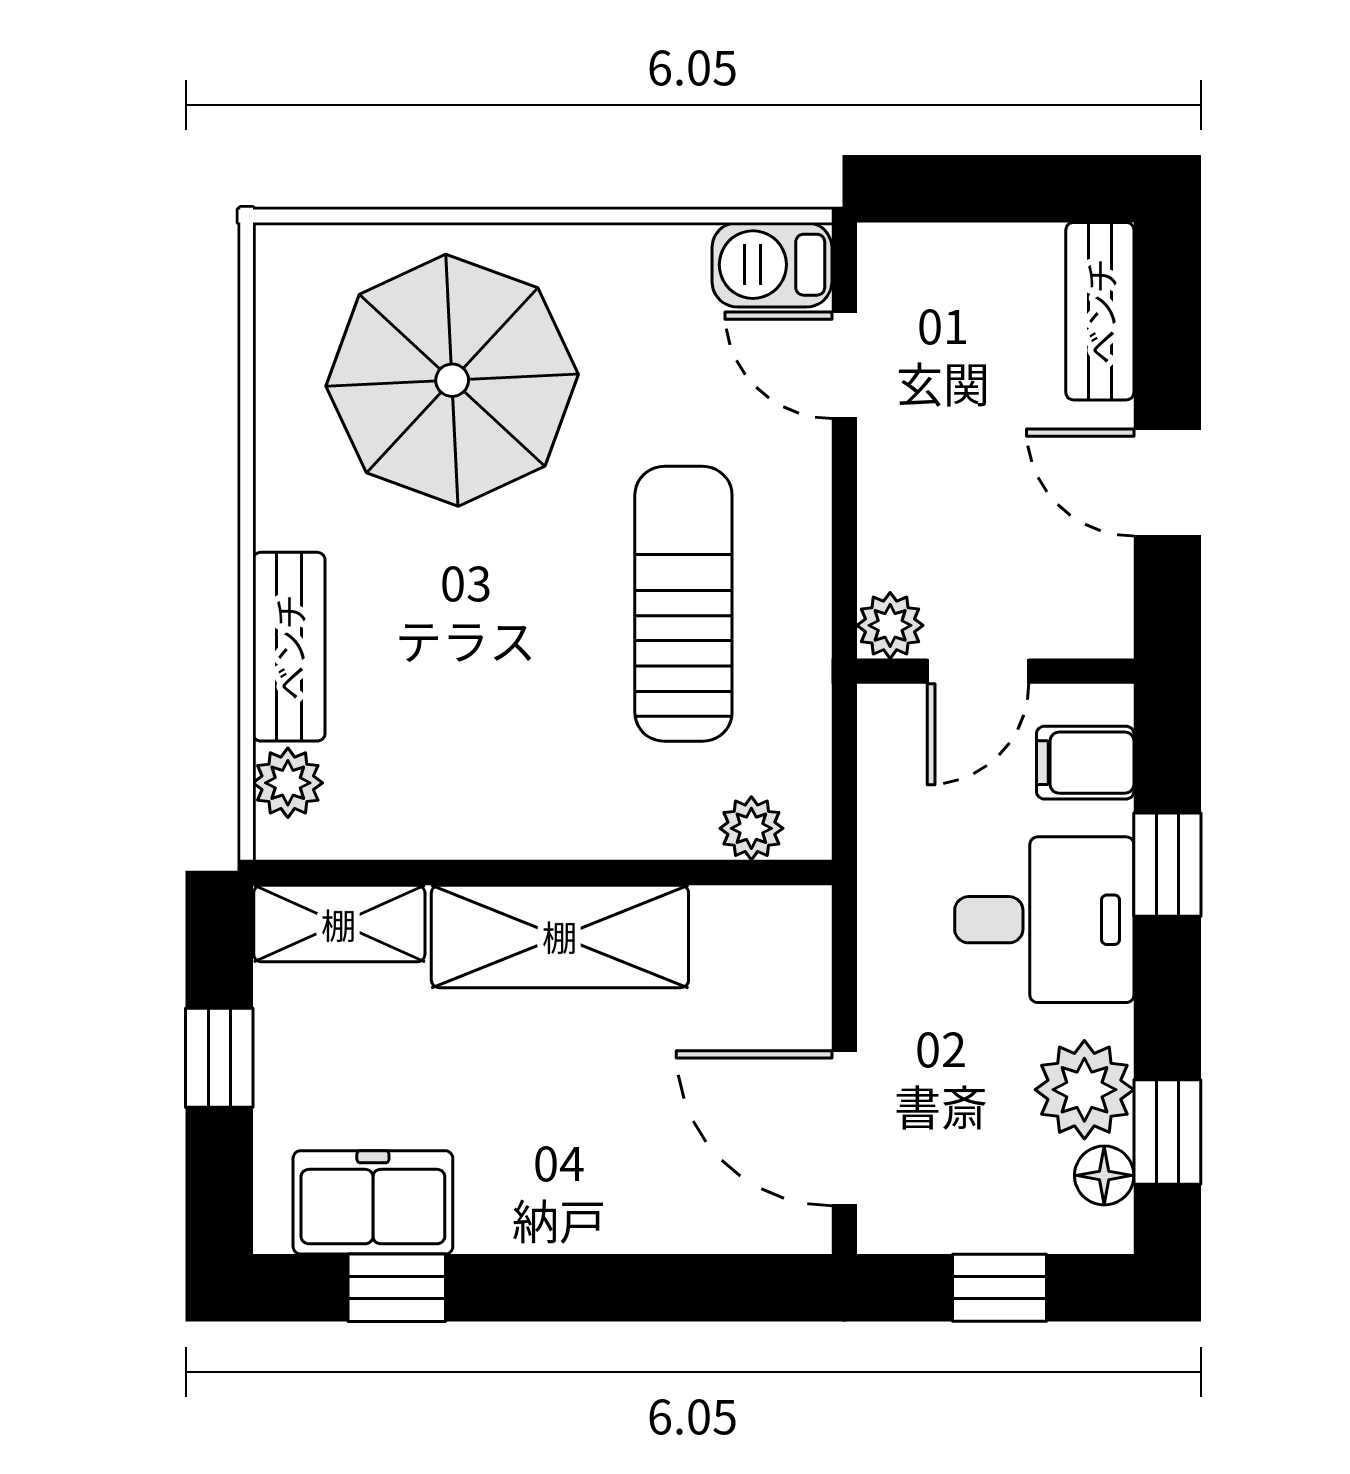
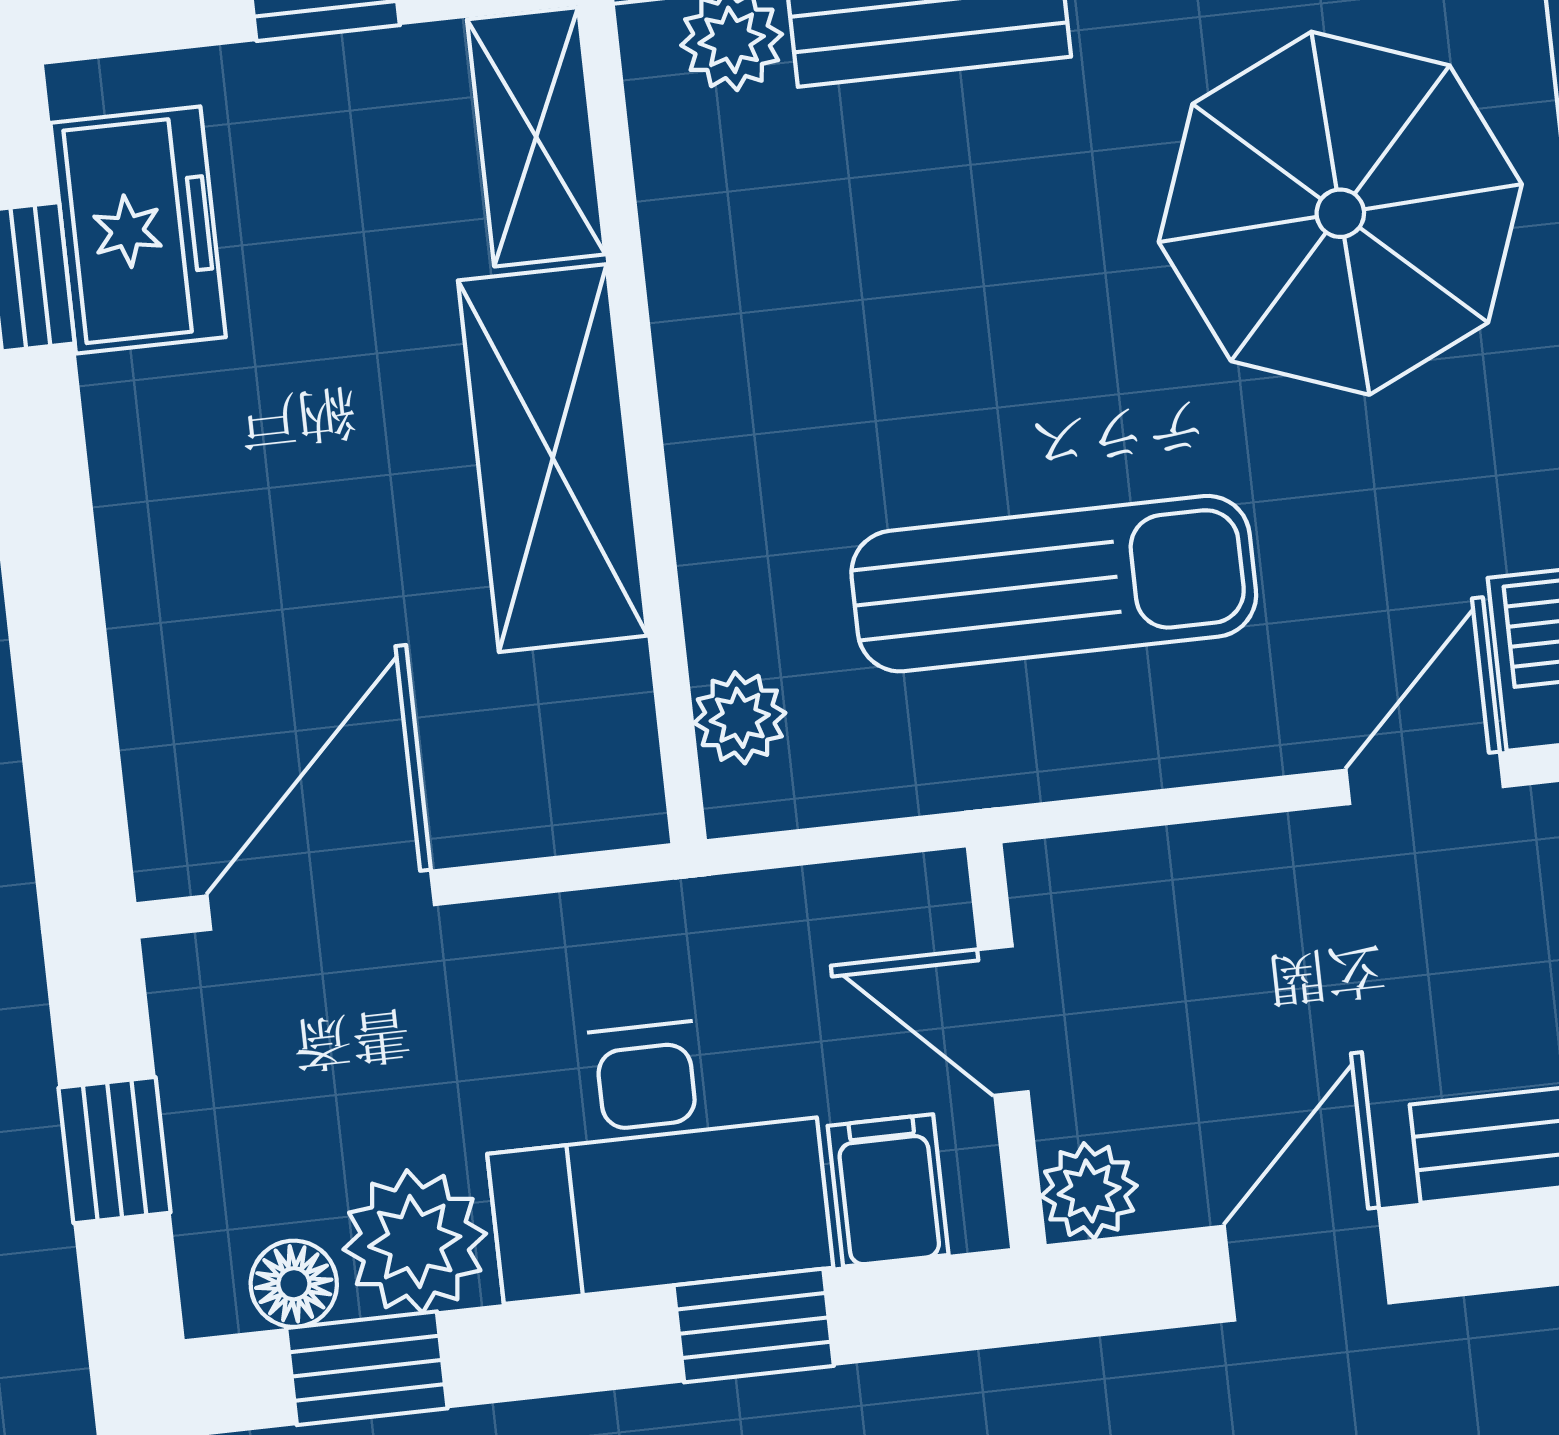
plant: (890, 625) -> (1089, 1191), moved
desk: (1044, 920) -> (654, 1156), width x1.37

